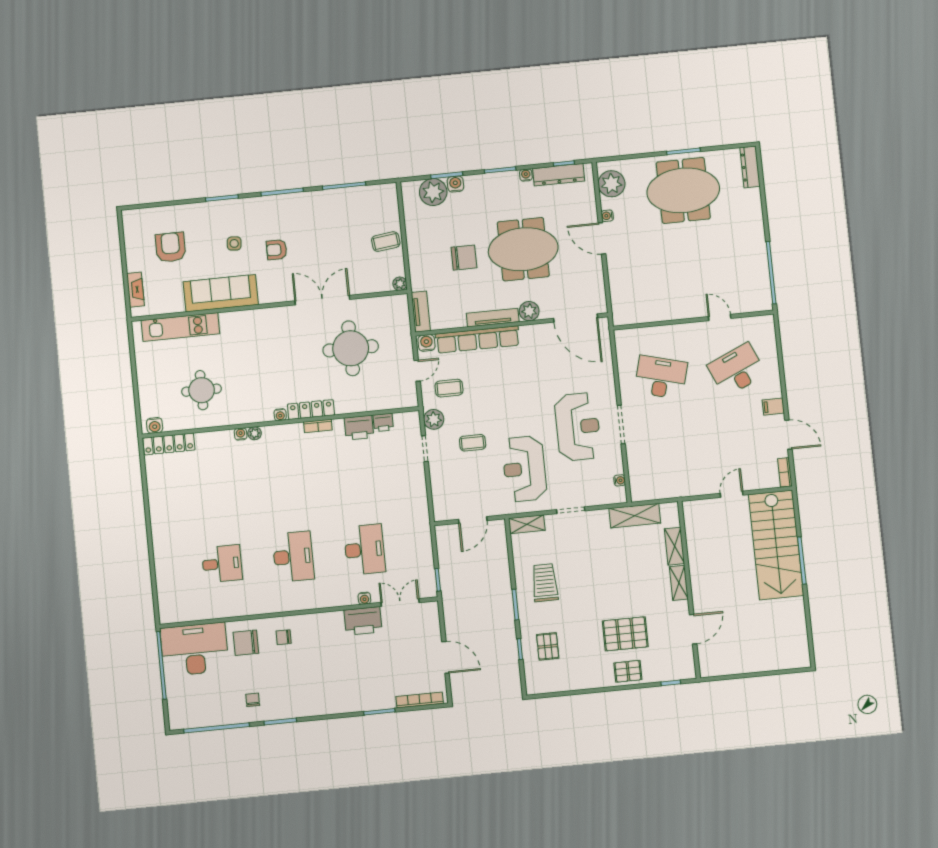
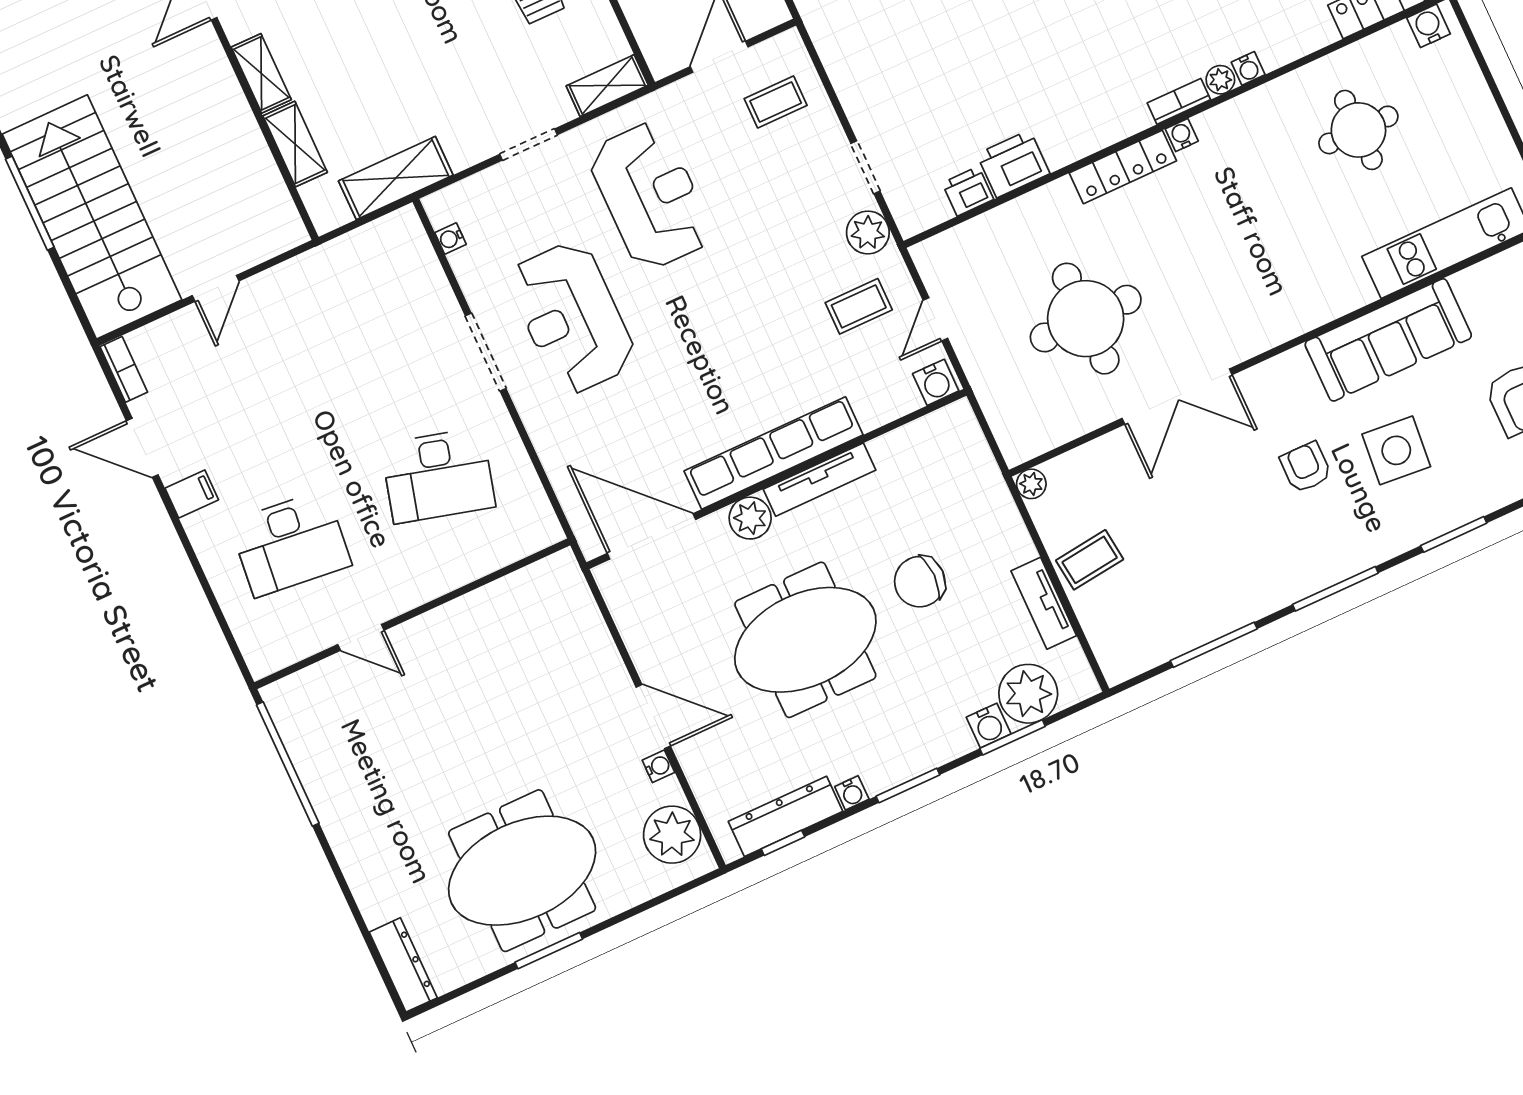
side table: (234, 243) -> (1396, 450), width x1.87, depth x1.87
armchair: (277, 250) -> (1306, 467), turned -90
tv unit: (421, 312) -> (1044, 603), moved
row of seats: (478, 339) -> (774, 453), moved
desk: (737, 370) -> (290, 543), turned 30
bookcase: (318, 426) -> (1179, 101), moved
coffee table: (473, 443) -> (776, 102), moved

